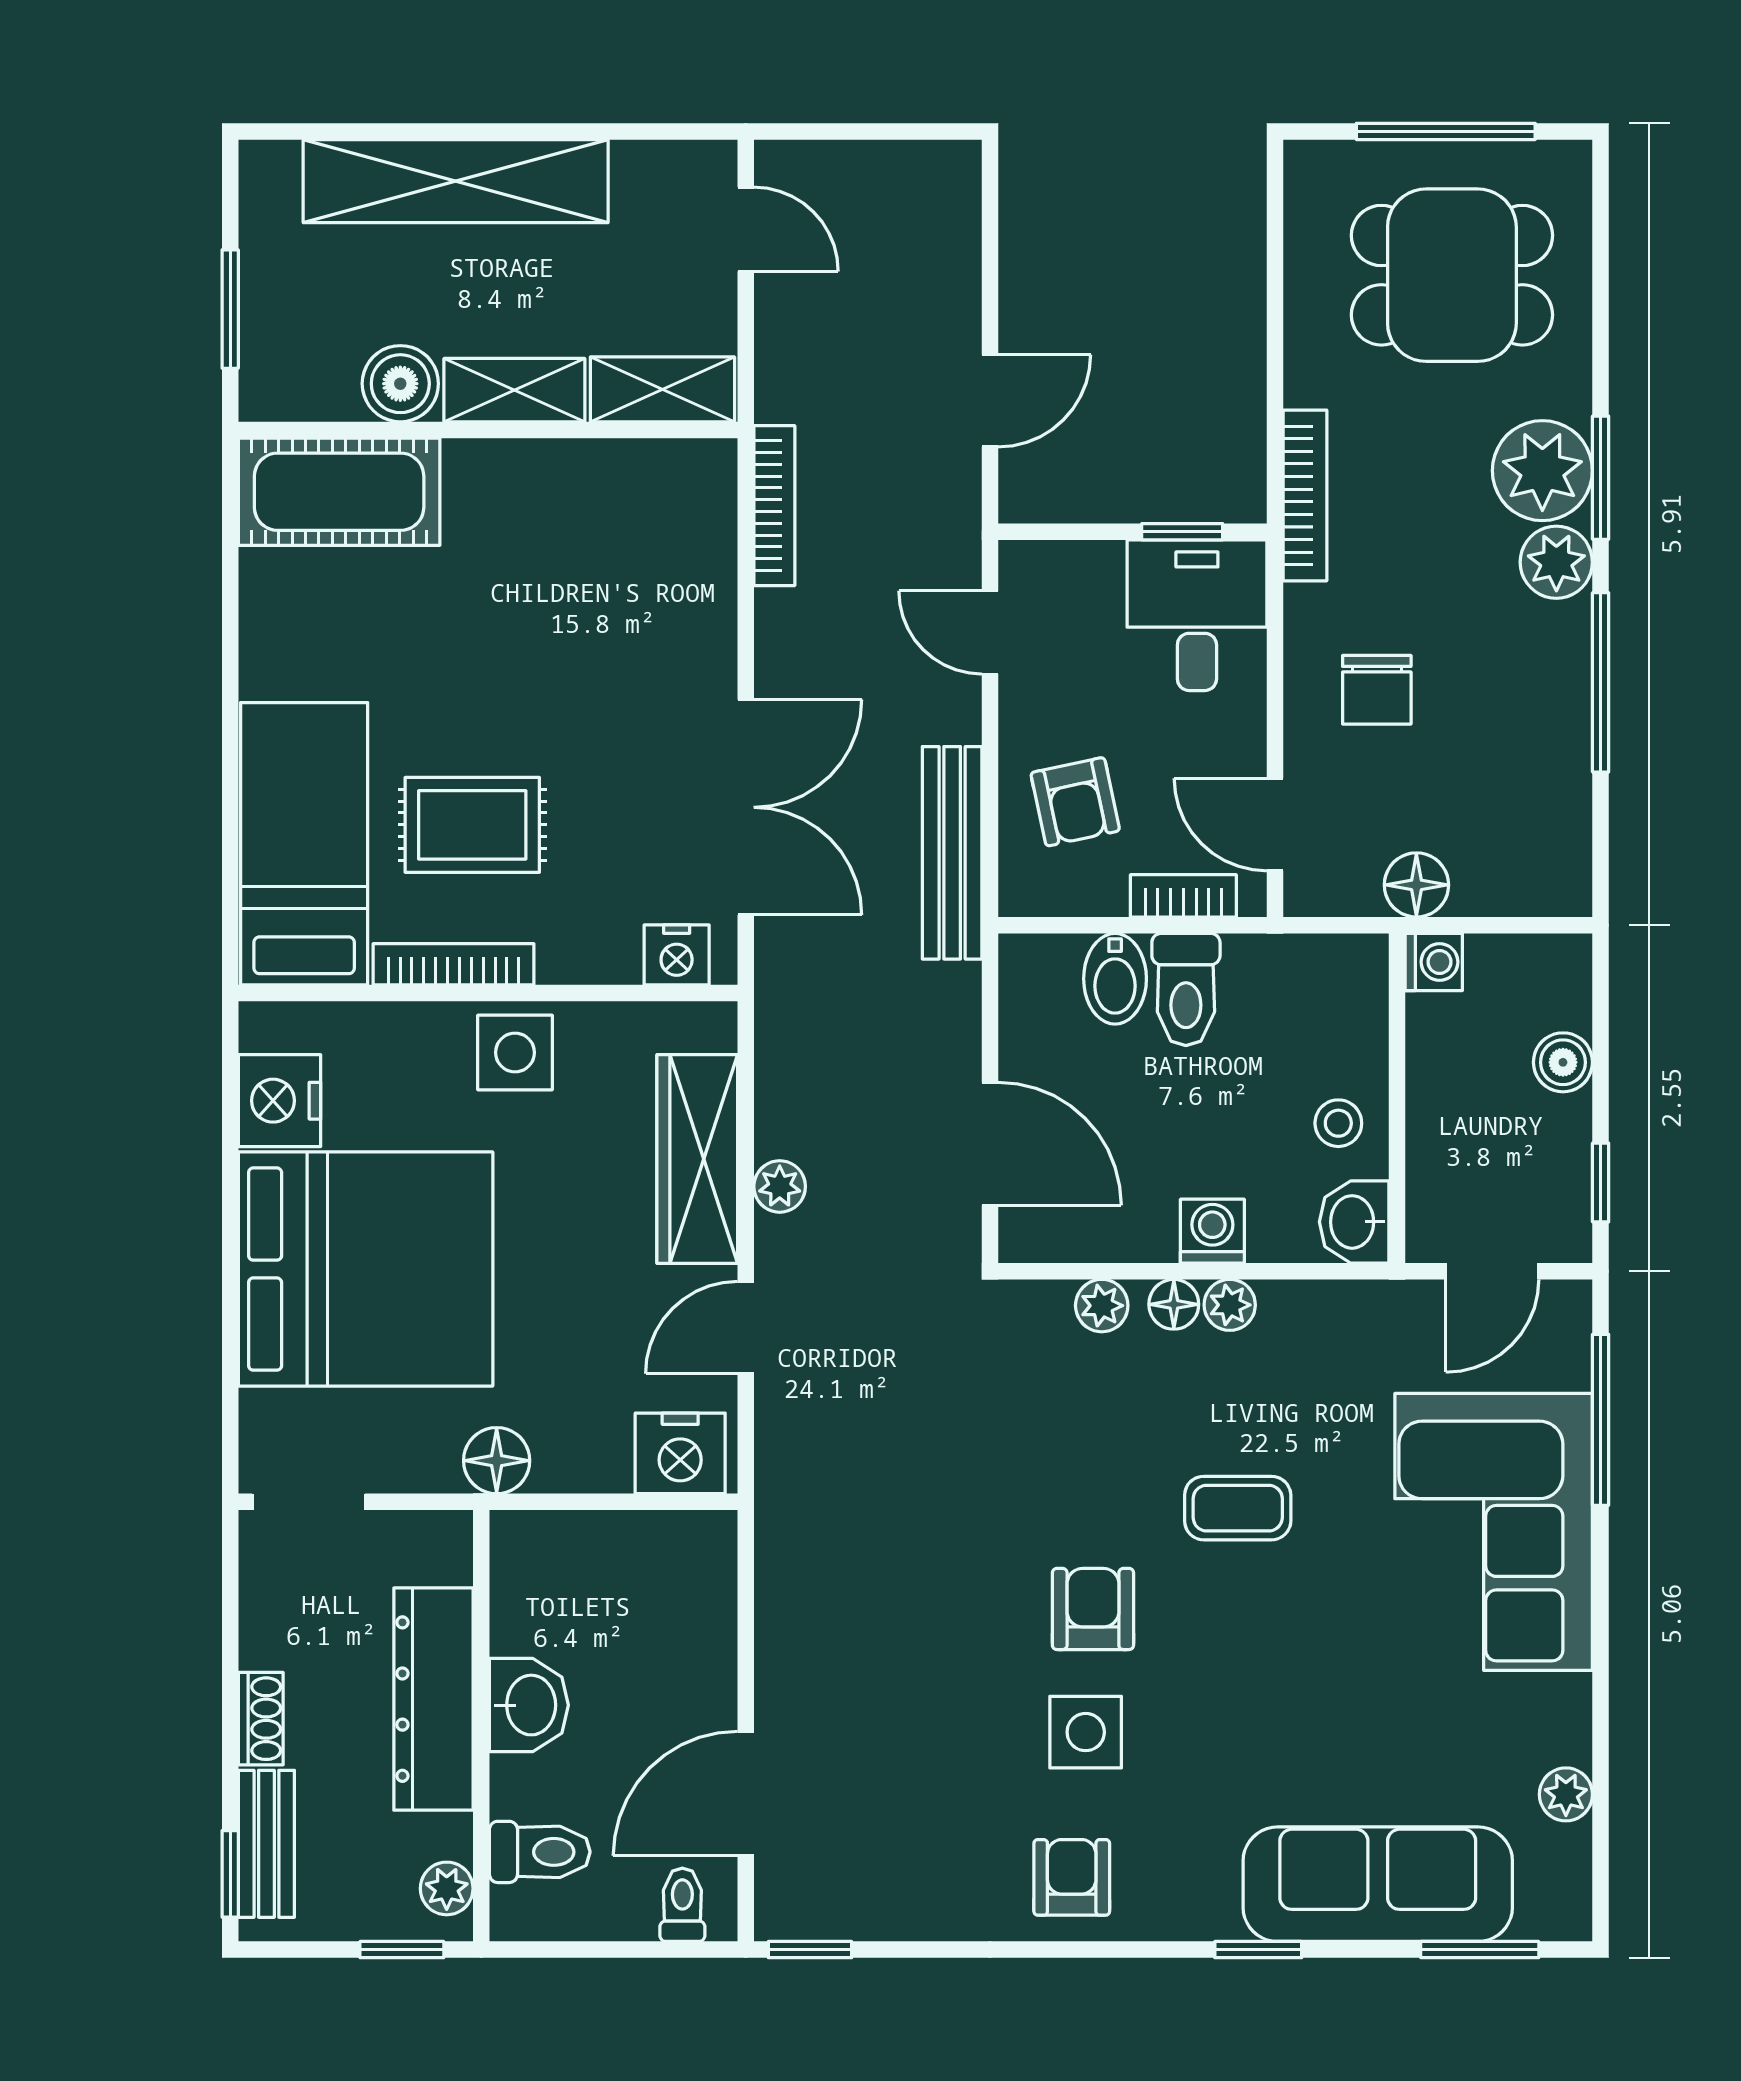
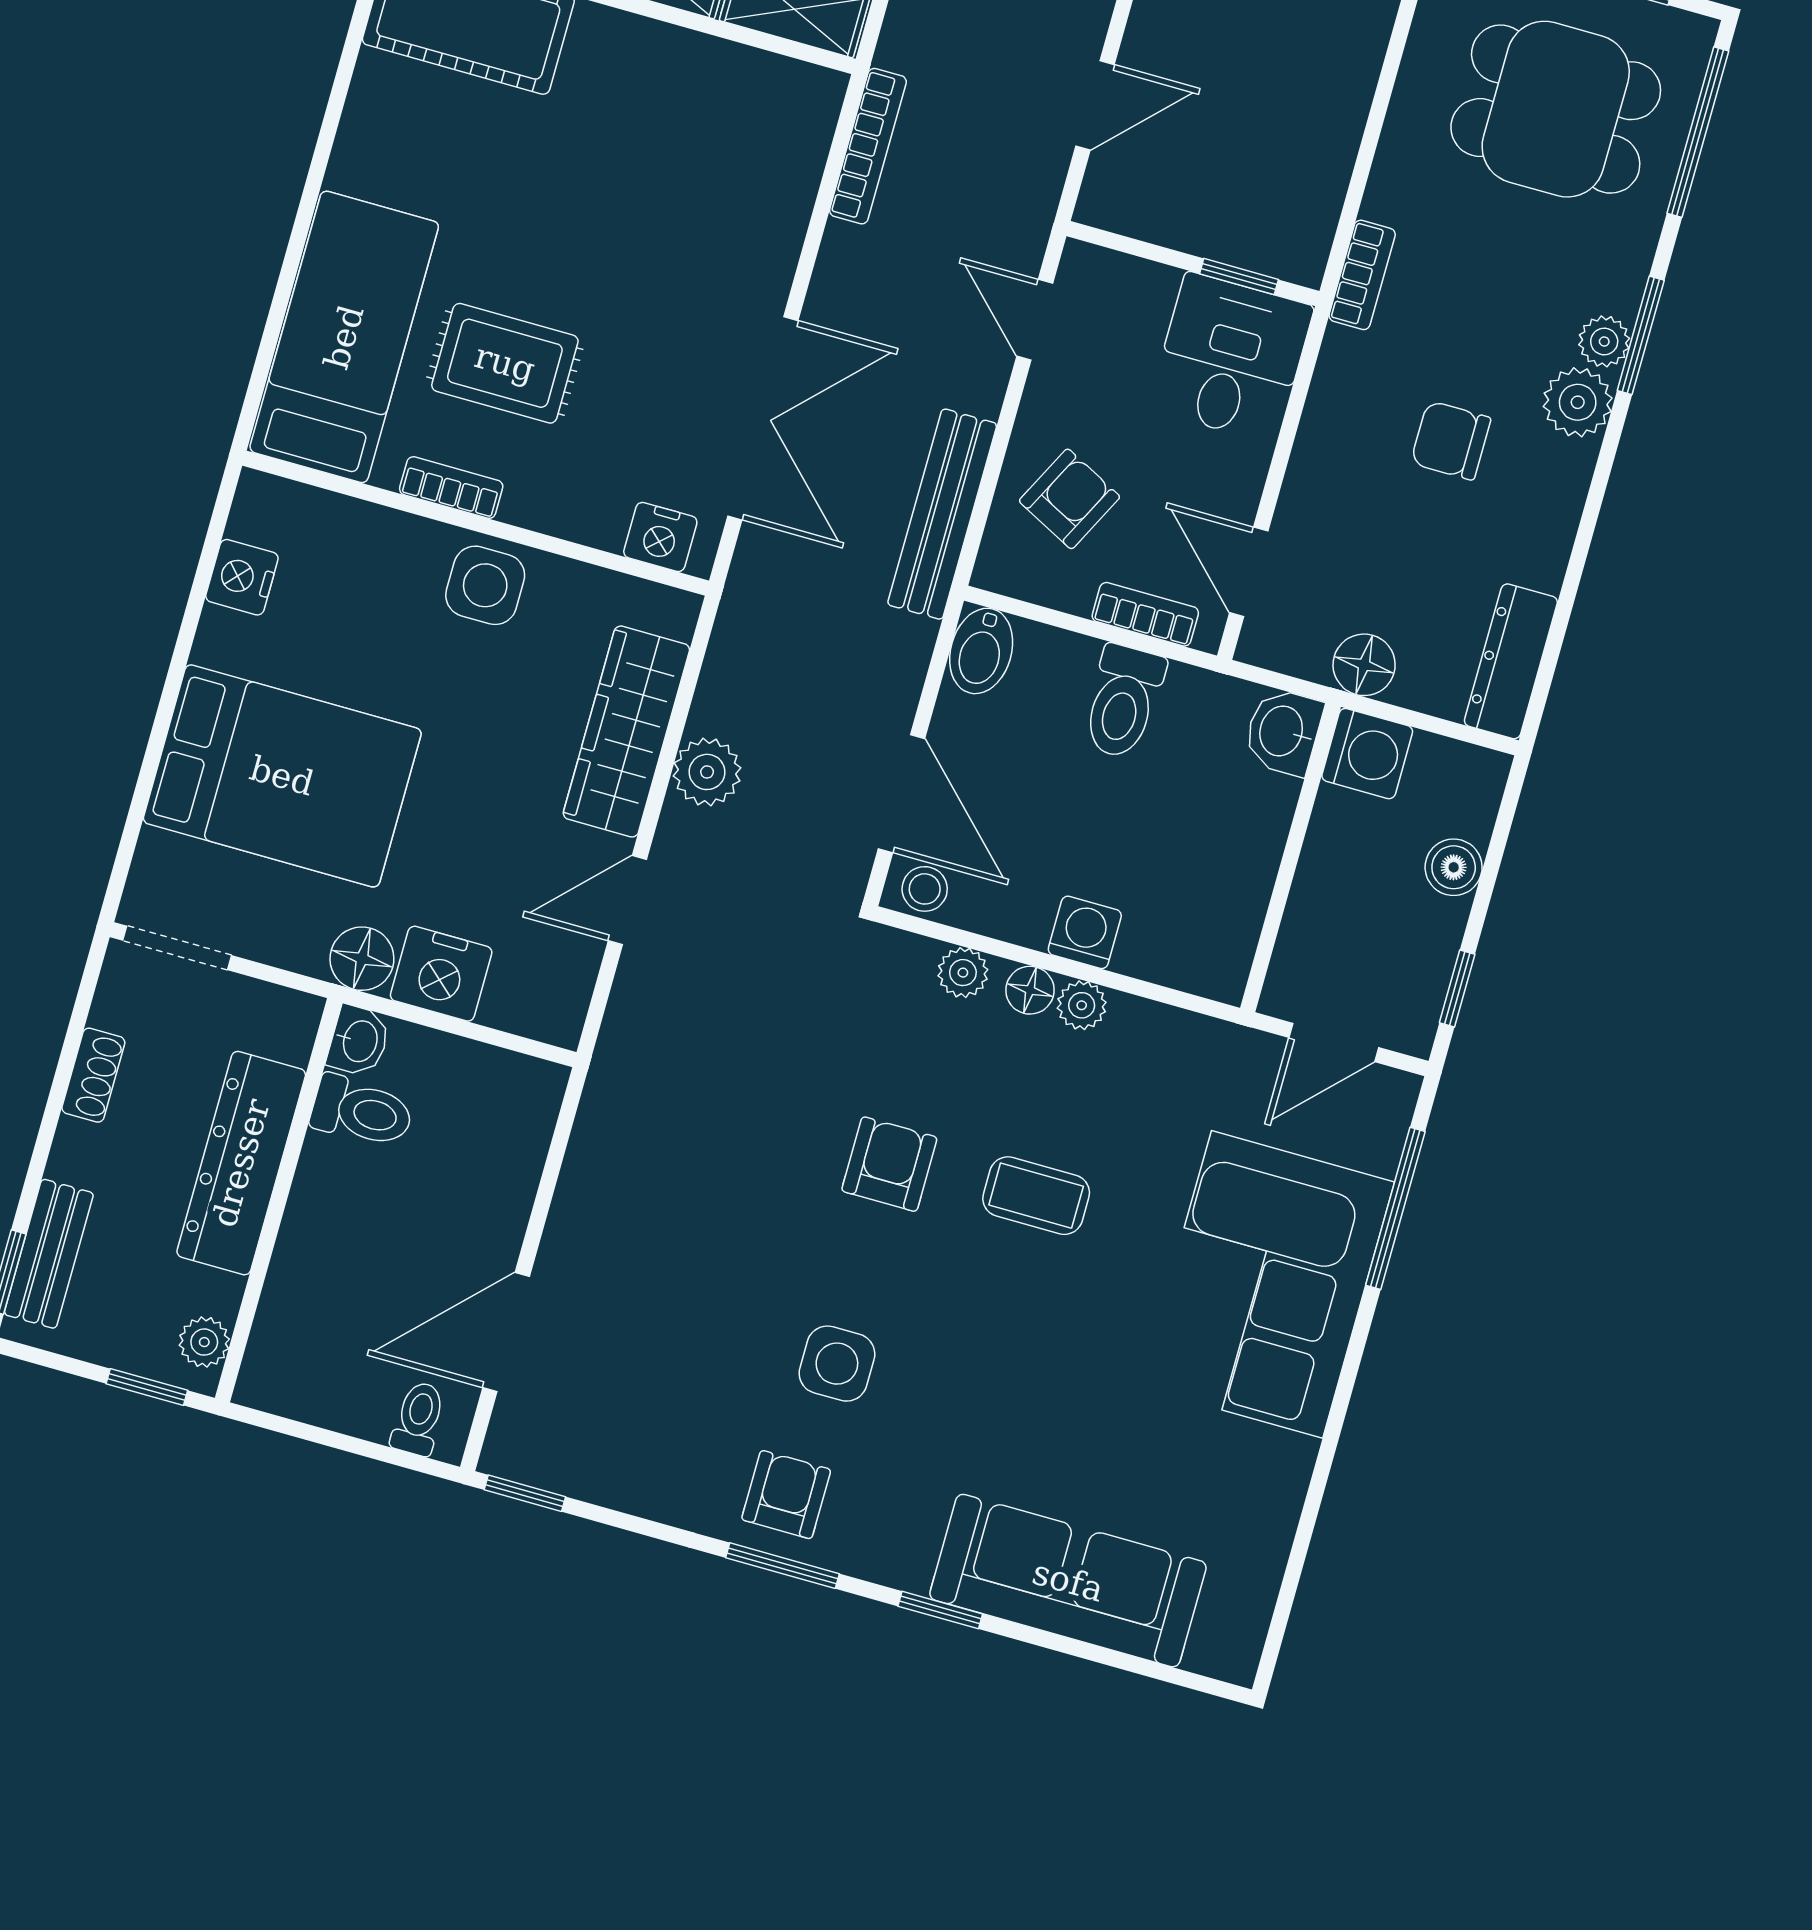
plant: (1542, 471) -> (1604, 341), width x0.53, depth x0.53
bookcase: (1305, 495) -> (1362, 275), width x0.64
window: (1601, 682) -> (1698, 132), moved
chair: (1377, 690) -> (1451, 440), moved, turned 90
armchair: (1075, 802) -> (1070, 499), turned -141
dresser: (1562, 840) -> (1511, 661), added
washing machine: (1434, 962) -> (1367, 754), width x1.38, depth x1.38
bookcase: (453, 964) -> (451, 488), width x0.64
bidet: (1115, 979) -> (981, 651), moved
nightstand: (280, 1101) -> (242, 577), width x0.74, depth x0.75
stool: (1338, 1123) -> (925, 889), moved
plant: (780, 1186) -> (707, 772), width x1.38, depth x1.38
washbasin: (1354, 1222) -> (1283, 732), moved
bed: (366, 1269) -> (282, 776), width x0.73
nightstand: (680, 1453) -> (441, 974), moved
armchair: (1093, 1609) -> (889, 1164), moved
washbasin: (529, 1705) -> (359, 1041), moved, width x0.72, depth x0.69
shoe rack: (261, 1719) -> (93, 1075), moved
plant: (1566, 1794) -> (1266, 1546), removed
toilet: (540, 1852) -> (362, 1111), moved
window: (1480, 1950) -> (782, 1566), moved

